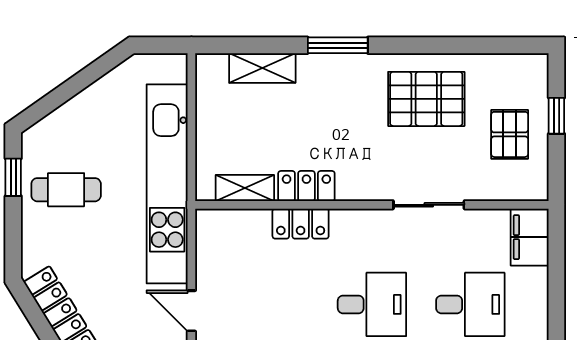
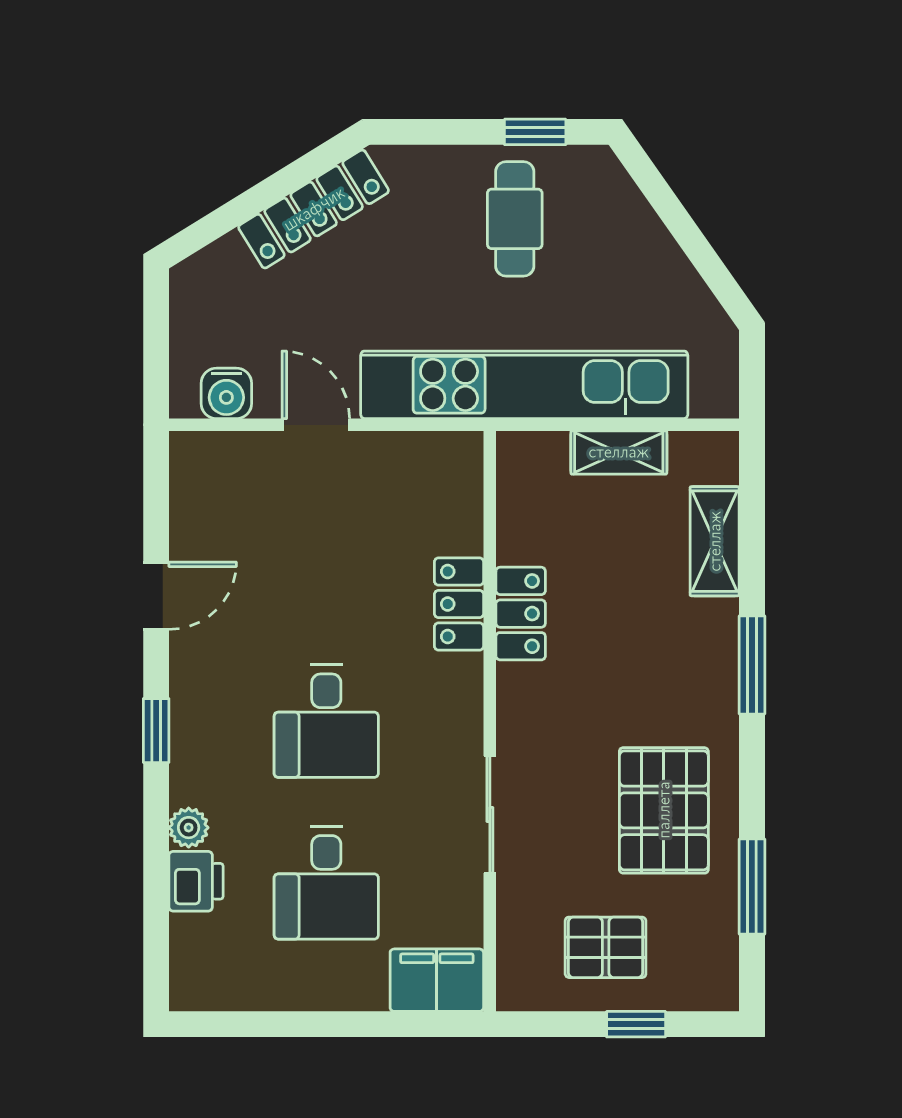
window: (473, 45) -> (752, 887), added
shelving: (245, 188) -> (619, 452), moved, turned 90
door: (191, 311) -> (316, 425), hinge flipped

